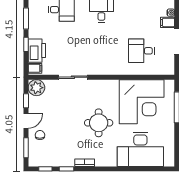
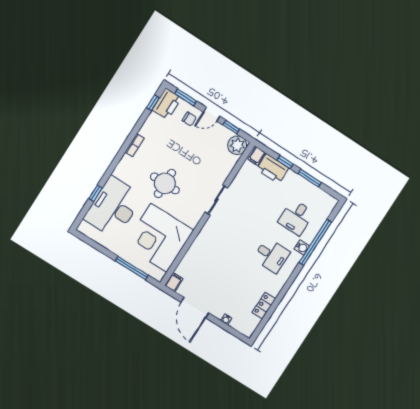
filing cabinet: (168, 22) -> (174, 282), moved
desk: (141, 51) -> (208, 269), removed
sliding door: (73, 77) -> (216, 200), moved
door: (26, 121) -> (212, 114), hinge flipped
printer: (40, 158) -> (167, 104), added
window: (66, 169) -> (96, 193), moved

